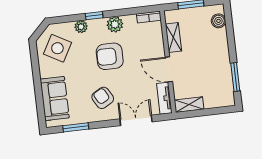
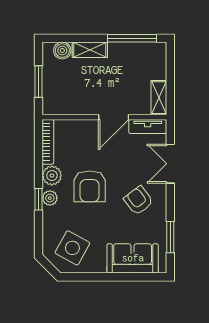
bookcase: (149, 17) -> (48, 142), width x1.56
plant: (81, 27) -> (50, 198), moved
shelving: (173, 37) -> (90, 50), moved
window: (235, 77) -> (132, 38), width x1.44
armchair: (103, 98) -> (139, 201), turned 83

